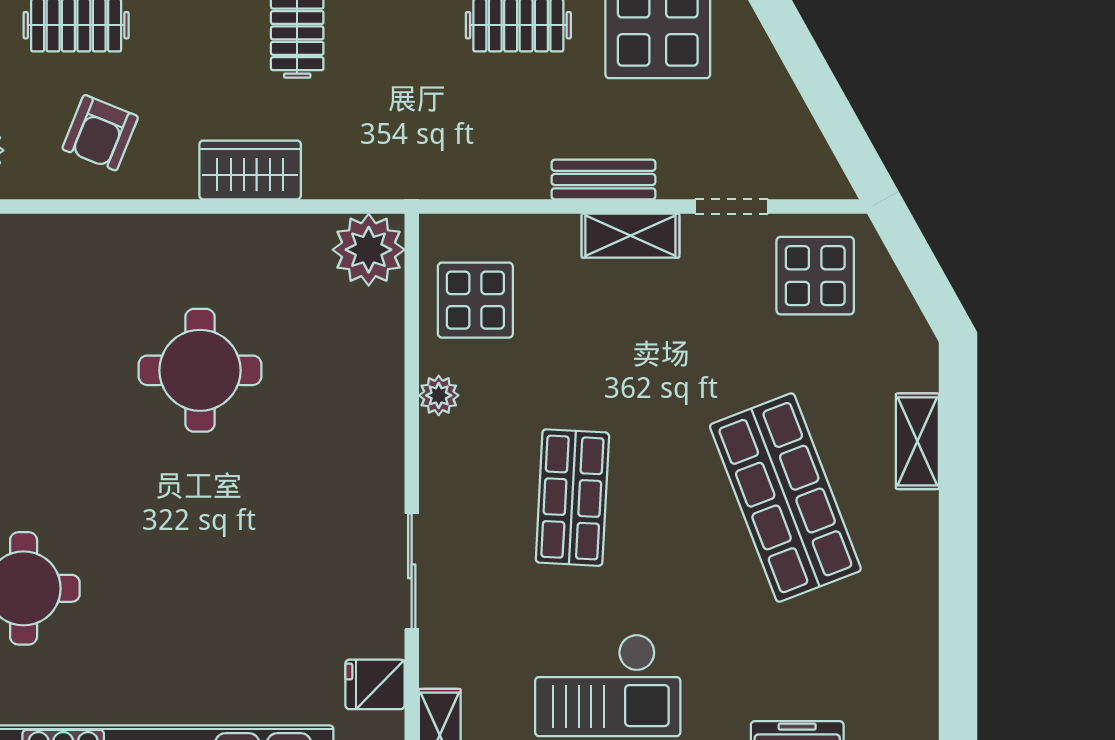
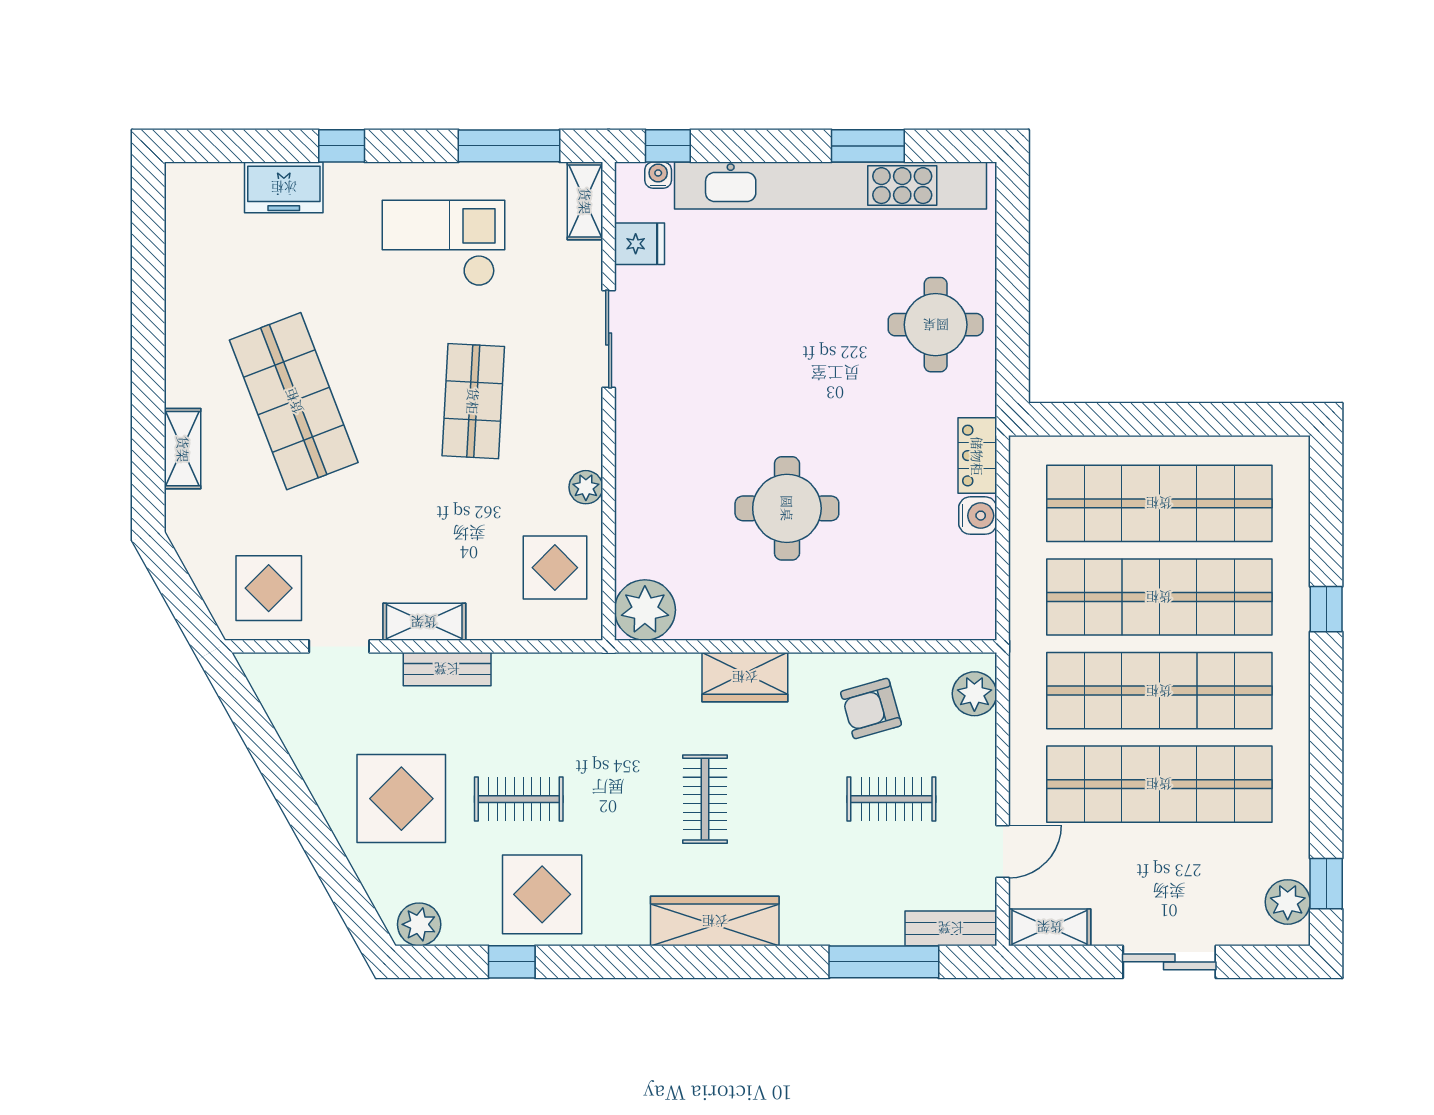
armchair: (100, 133) -> (871, 709), turned -128

